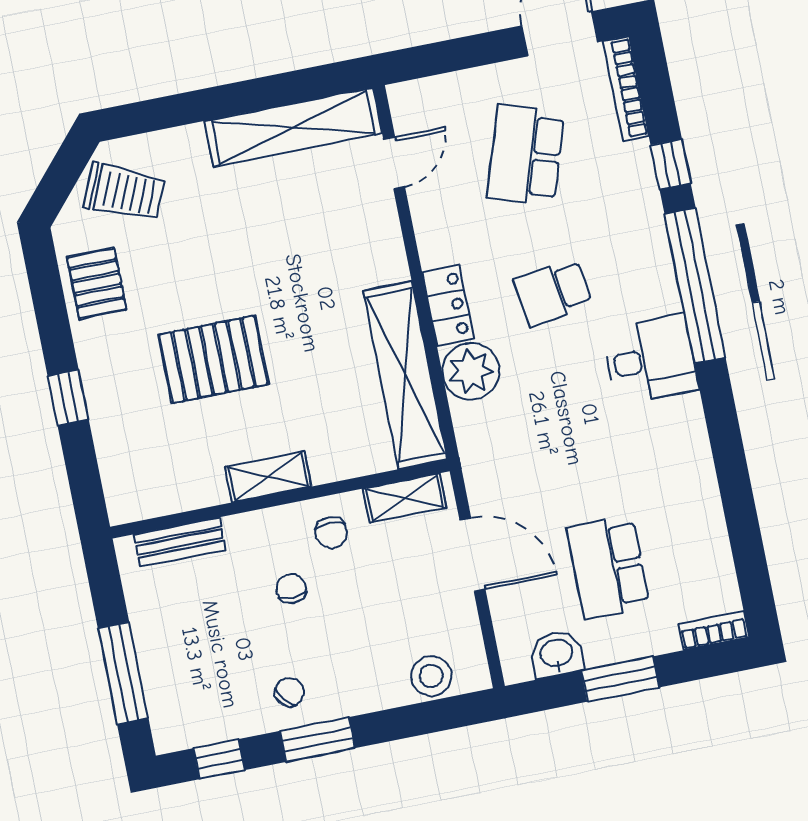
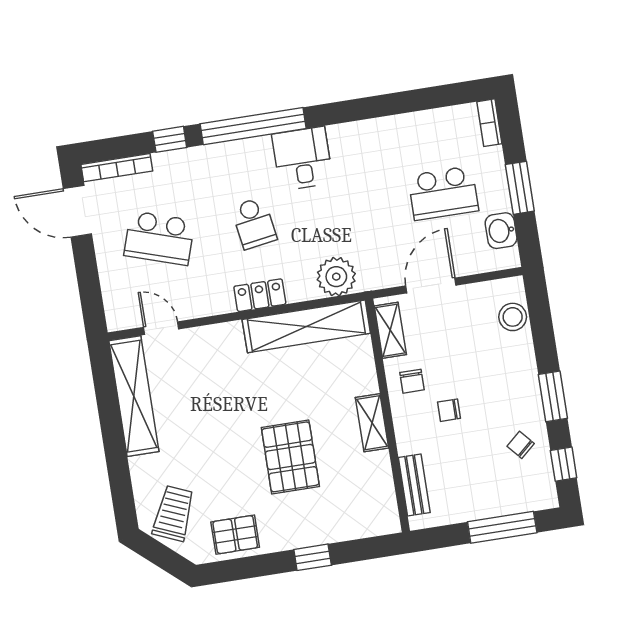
plant: (471, 371) -> (336, 277), moved
chair: (331, 533) -> (412, 381), turned 90
chair: (289, 692) -> (521, 445), moved

